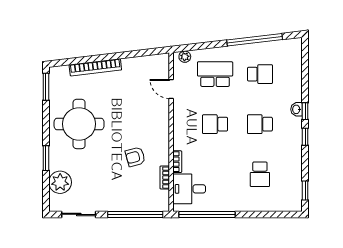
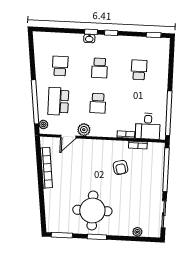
window: (255, 40) -> (35, 102), moved
bookcase: (95, 67) -> (46, 168), moved
plant: (181, 108) -> (84, 130), added
window: (46, 158) -> (97, 237), moved
school desk: (260, 174) -> (139, 70), turned -90
plant: (60, 182) -> (137, 232), width x0.53, depth x0.53

